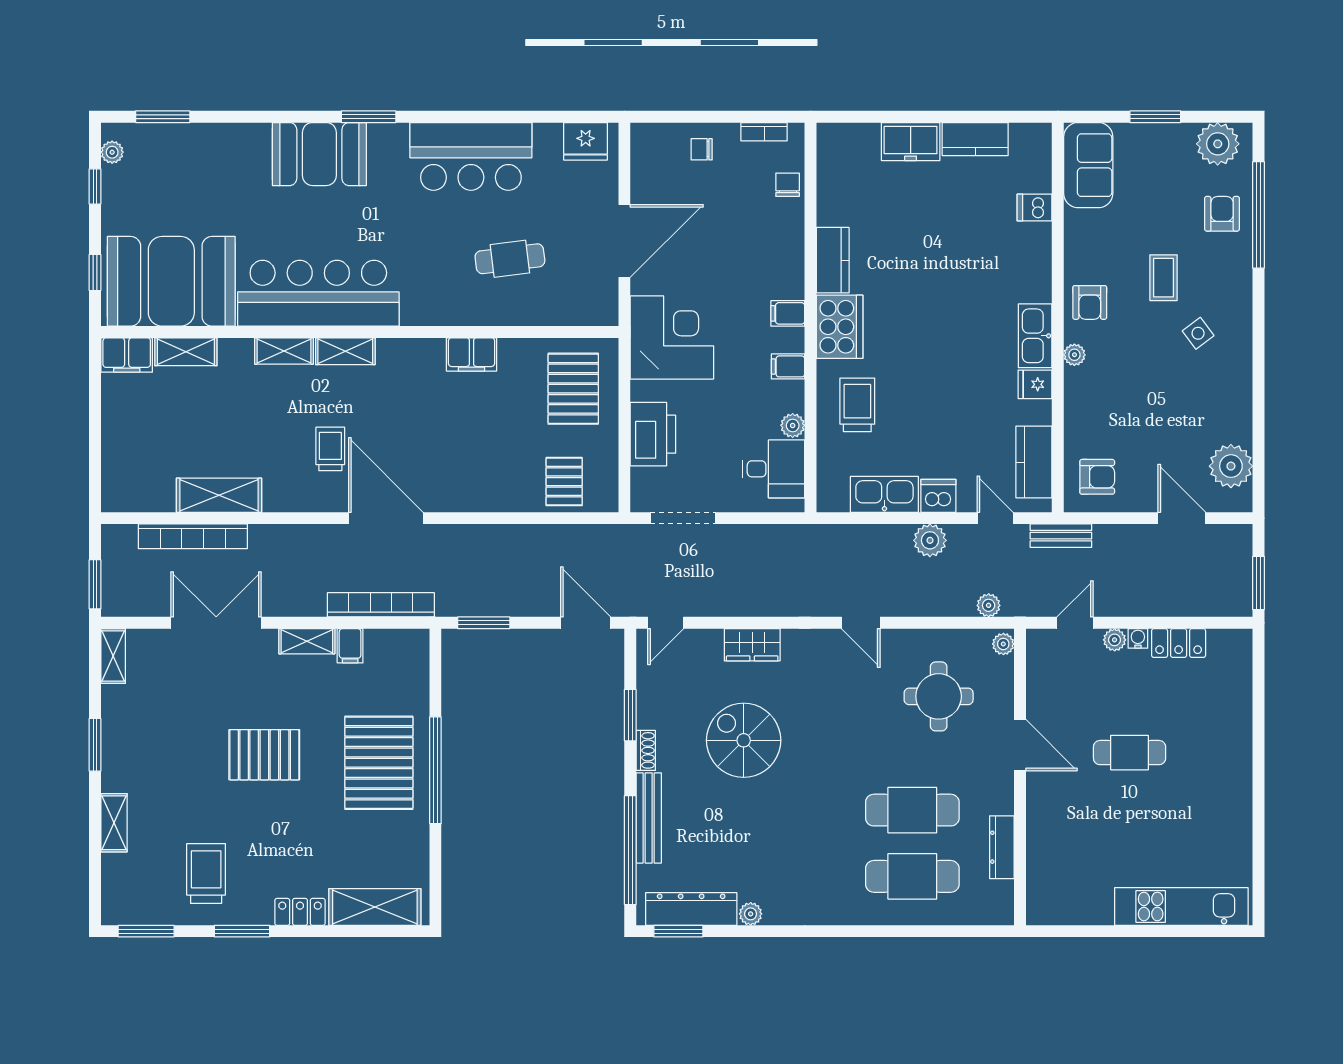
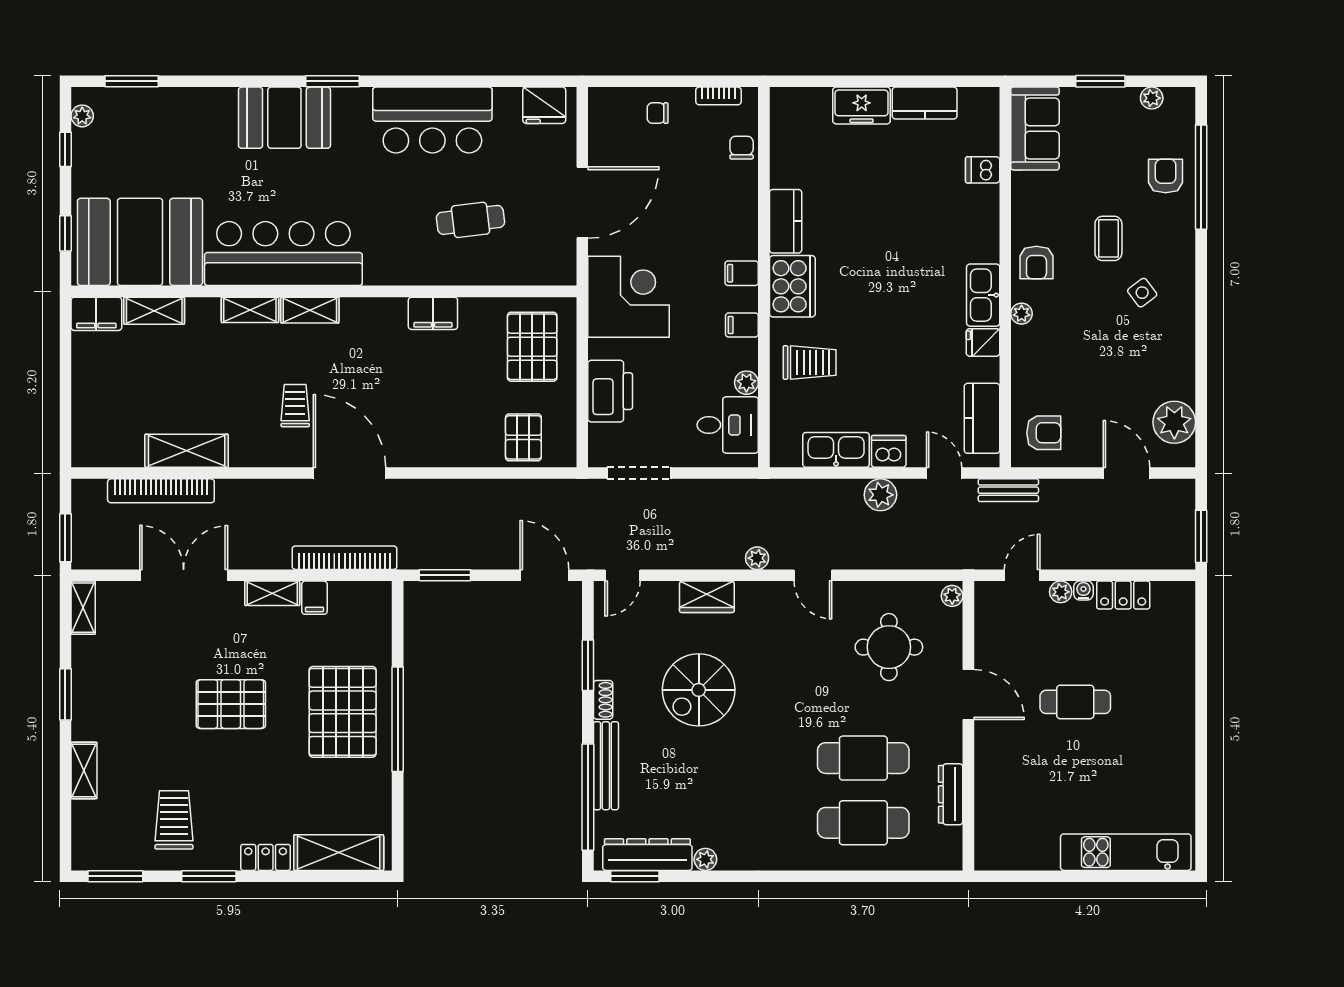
plant: (1218, 144) -> (1152, 98), width x0.53, depth x0.53
trolley: (857, 405) -> (810, 363), turned 90
plant: (989, 605) -> (757, 558), moved
spiral stairs: (744, 740) -> (699, 690), turned -90

